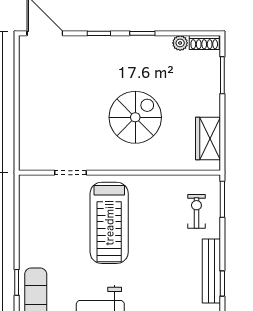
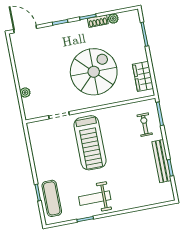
shoe rack: (204, 42) -> (98, 21), moved
spiral stairs: (135, 117) -> (94, 72), width x1.37, depth x1.37
plant: (26, 129) -> (25, 93), added

